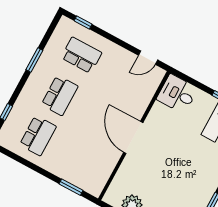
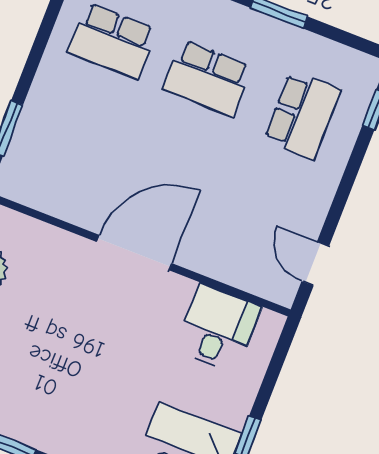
desk: (177, 94) -> (218, 328), moved

